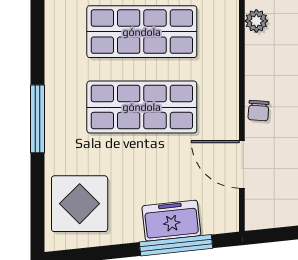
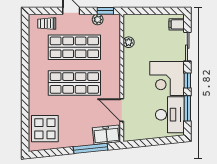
chair: (258, 111) -> (130, 85), removed
window: (38, 119) -> (25, 89), removed
freezer: (171, 221) -> (106, 135), moved

